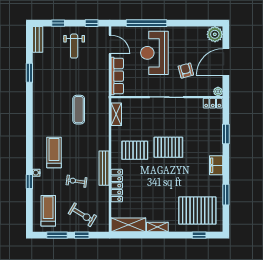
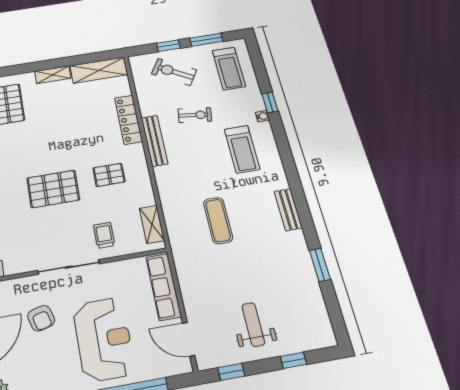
bench: (38, 39) -> (288, 210), moved
trolley: (144, 113) -> (104, 235), added
pallet: (135, 150) -> (109, 175), width x0.67, depth x0.71

